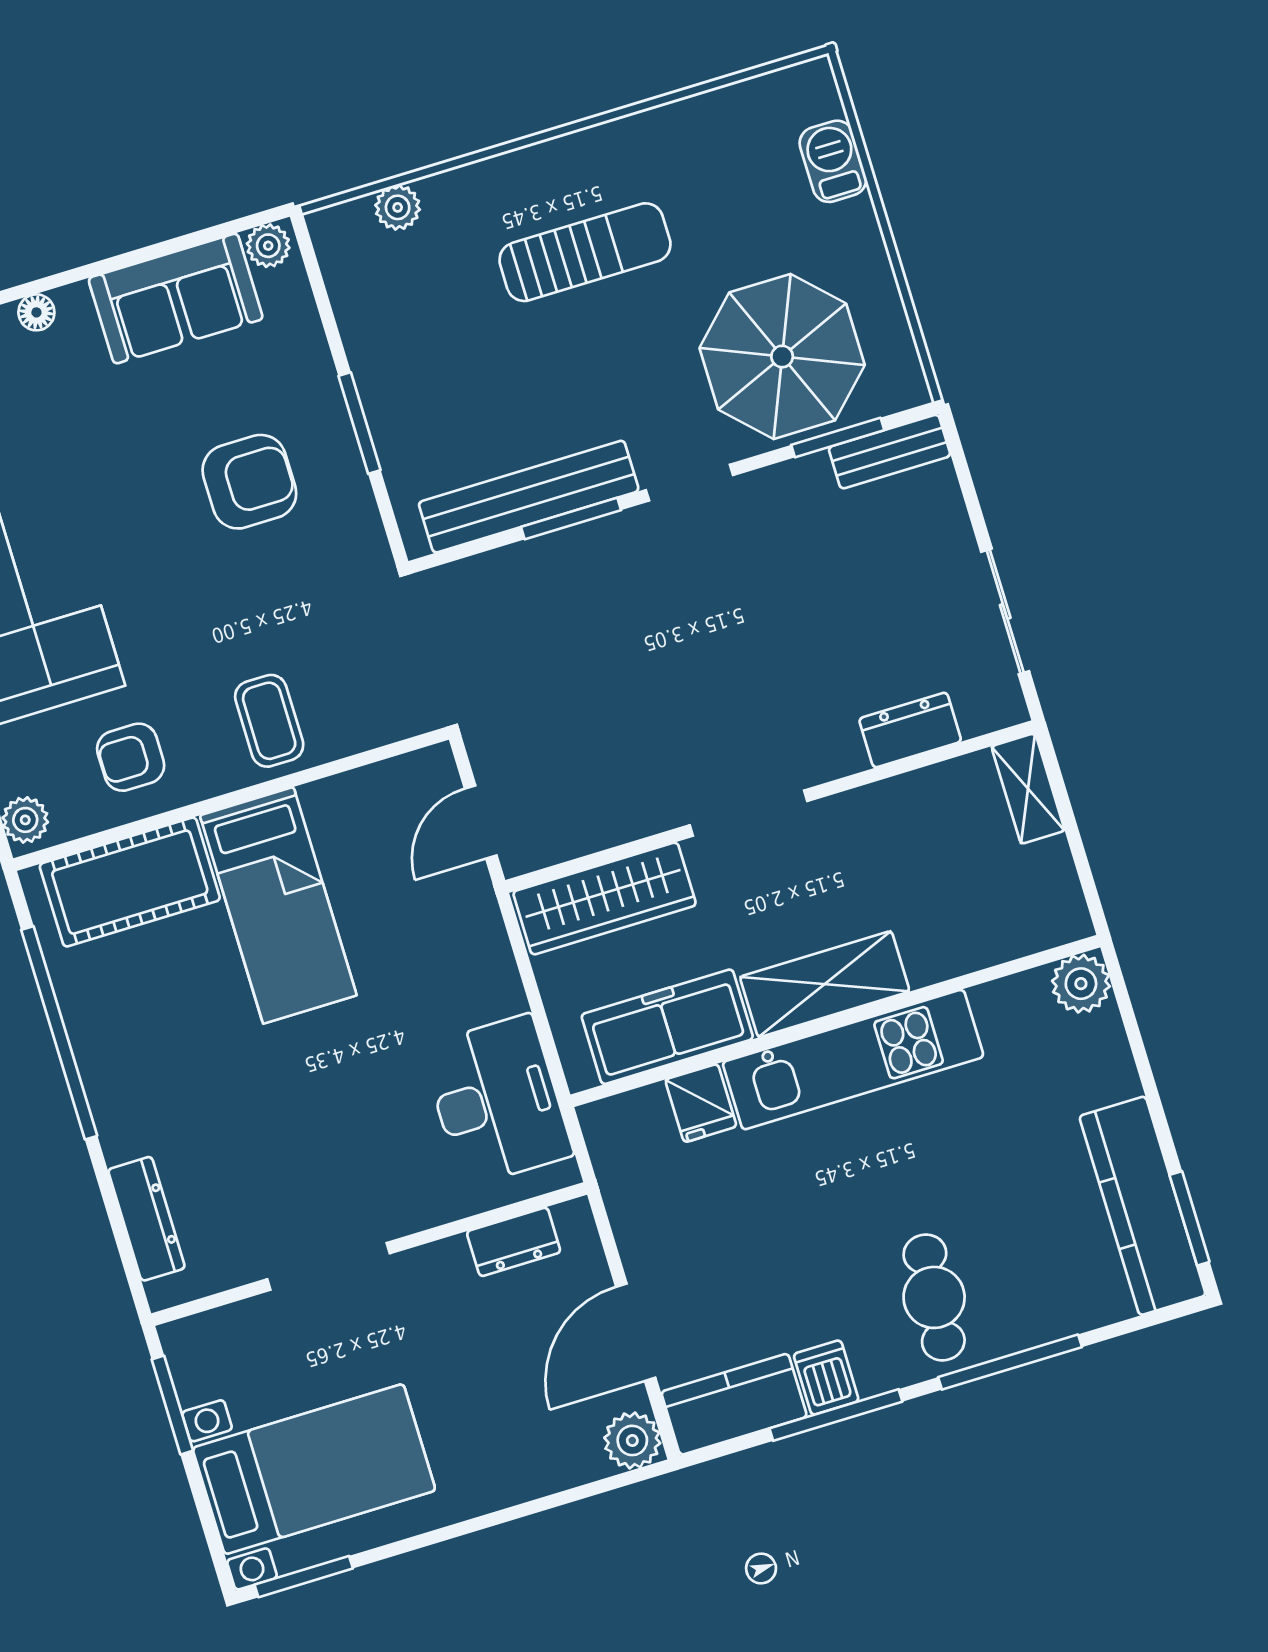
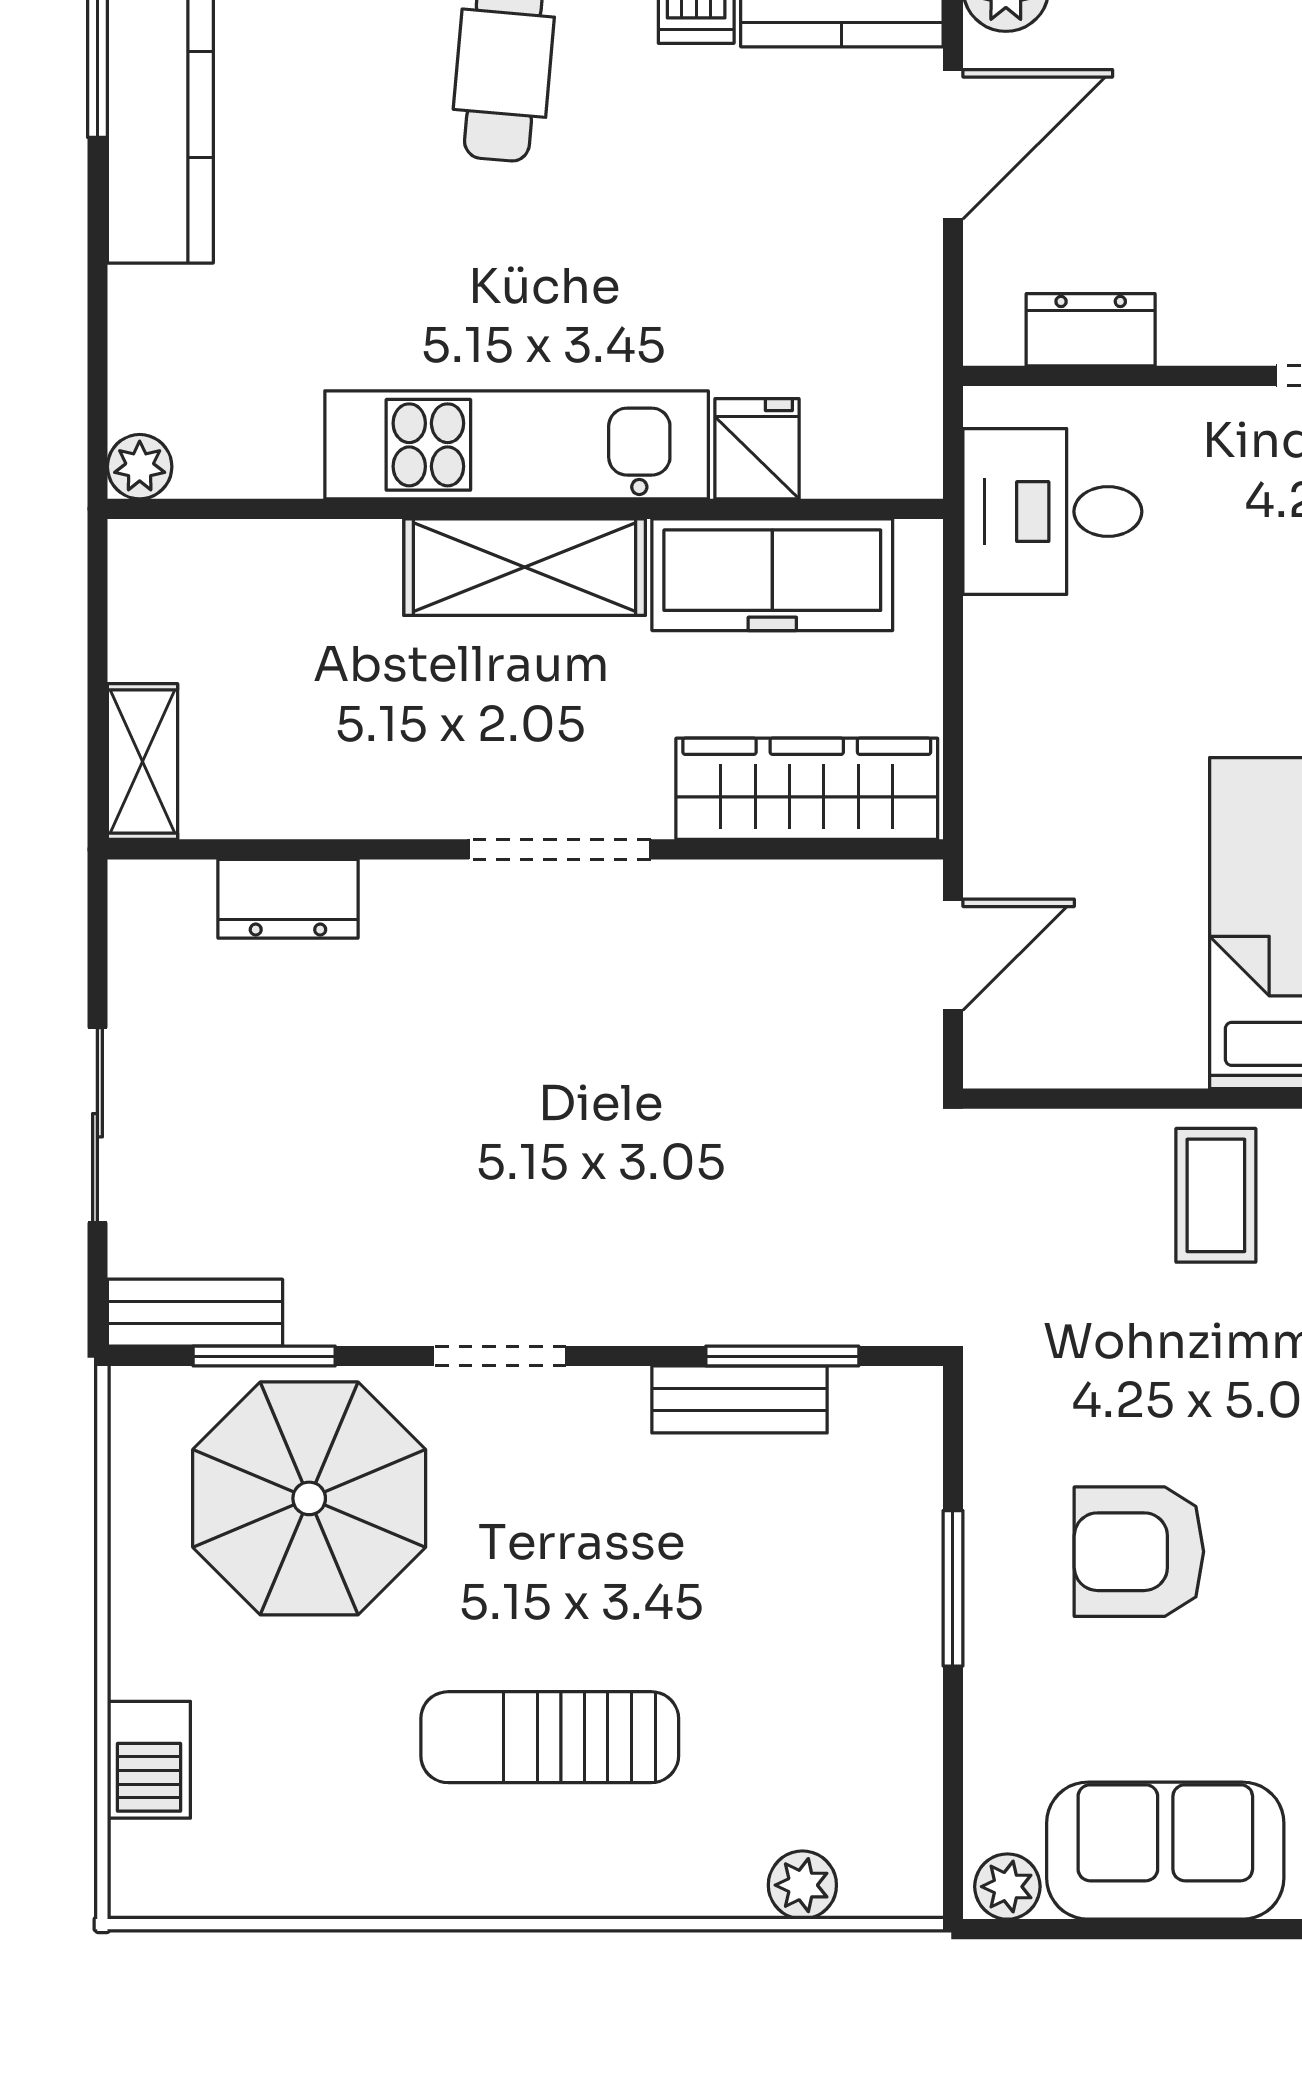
bench: (529, 497) -> (740, 1399), width x0.54, depth x0.82
window: (571, 519) -> (782, 1356), moved
sliding door: (1005, 612) -> (97, 1125), moved
plant: (1081, 984) -> (140, 467), width x0.73, depth x0.73
desk: (497, 1101) -> (1052, 512), width x0.73

